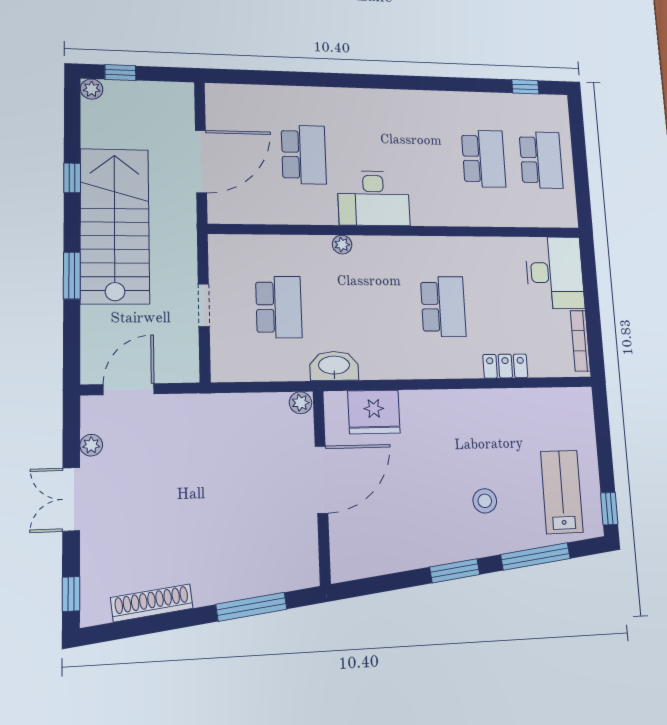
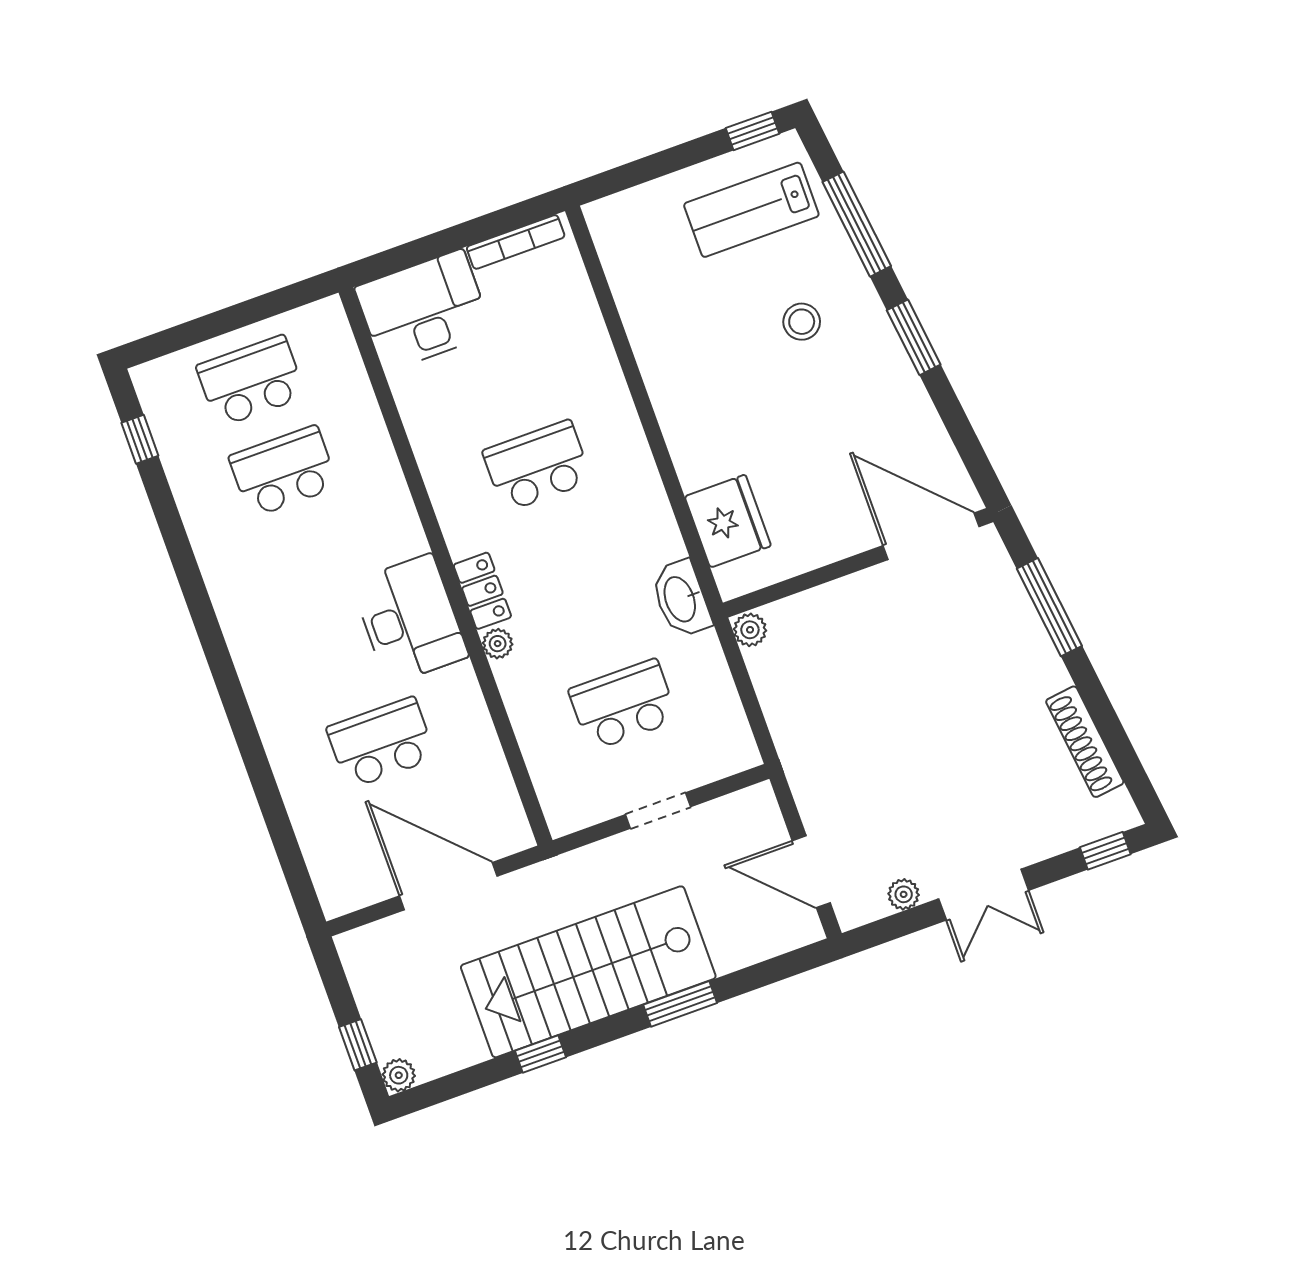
locker: (505, 366) -> (482, 591), moved, turned 180
door: (321, 480) -> (931, 536), moved

